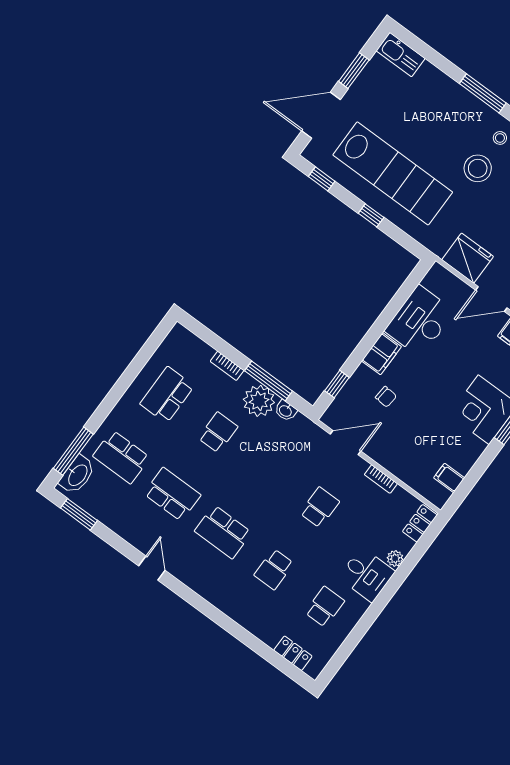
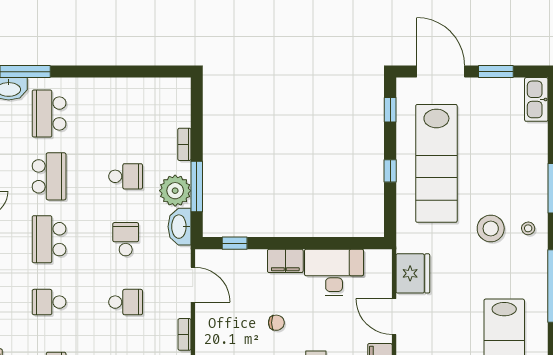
school desk: (167, 395) -> (126, 239), moved, width x0.54
chair: (386, 397) -> (276, 323), moved, turned -95
washbasin: (286, 411) -> (180, 227), width x1.91, depth x1.45

